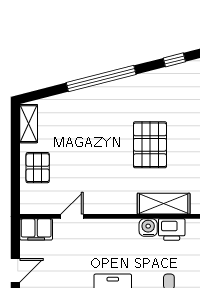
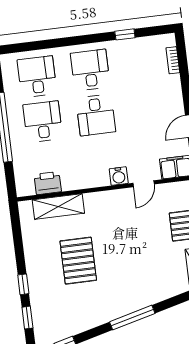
window: (101, 79) -> (132, 318), width x0.68
water cooler: (148, 228) -> (119, 176), moved

